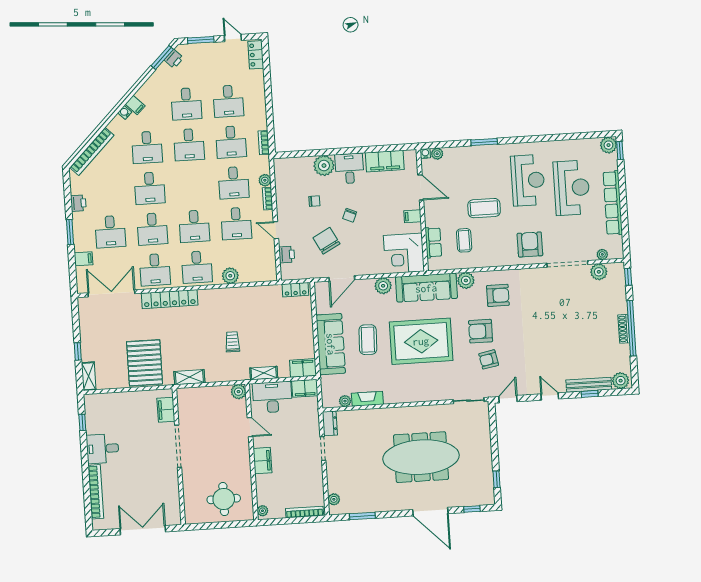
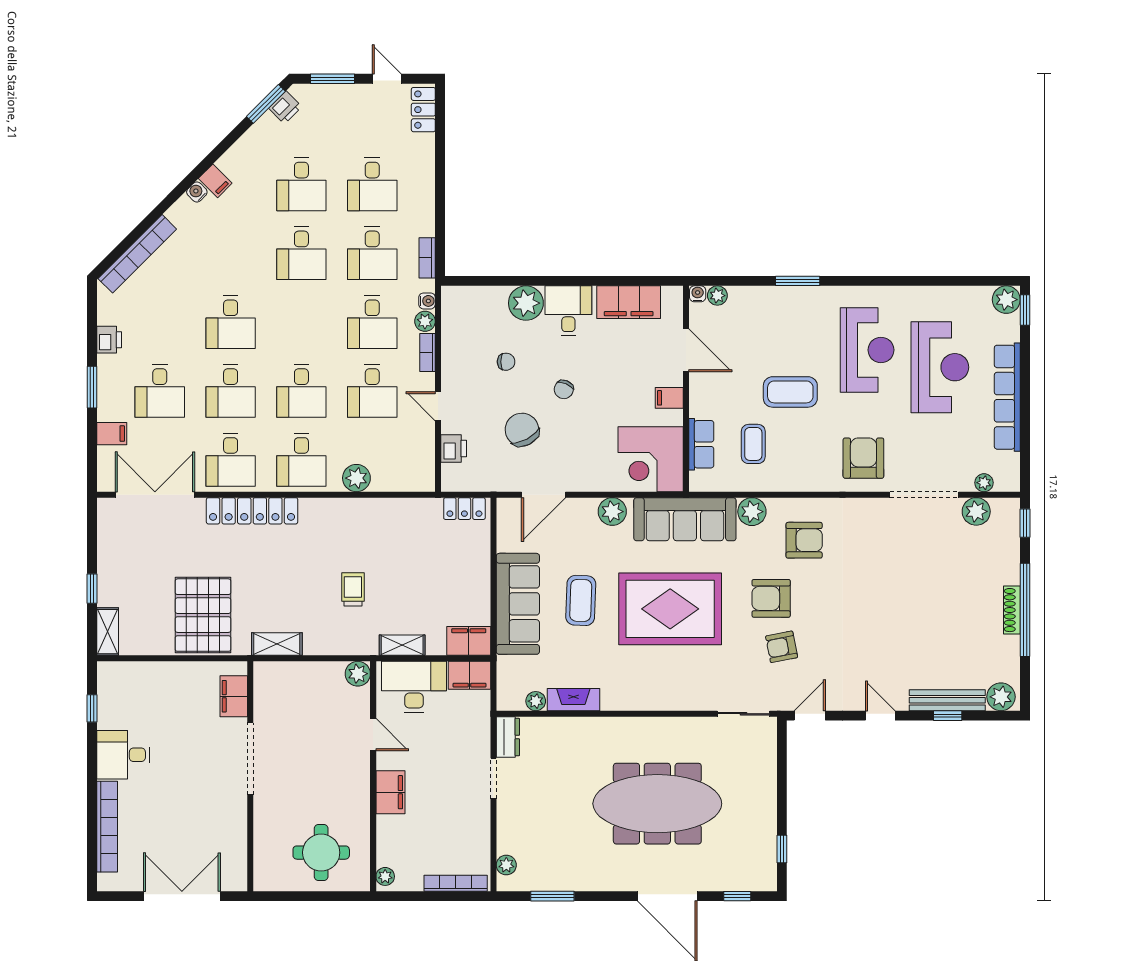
desk: (147, 147) -> (231, 253), removed
water cooler: (265, 168) -> (427, 301), added

